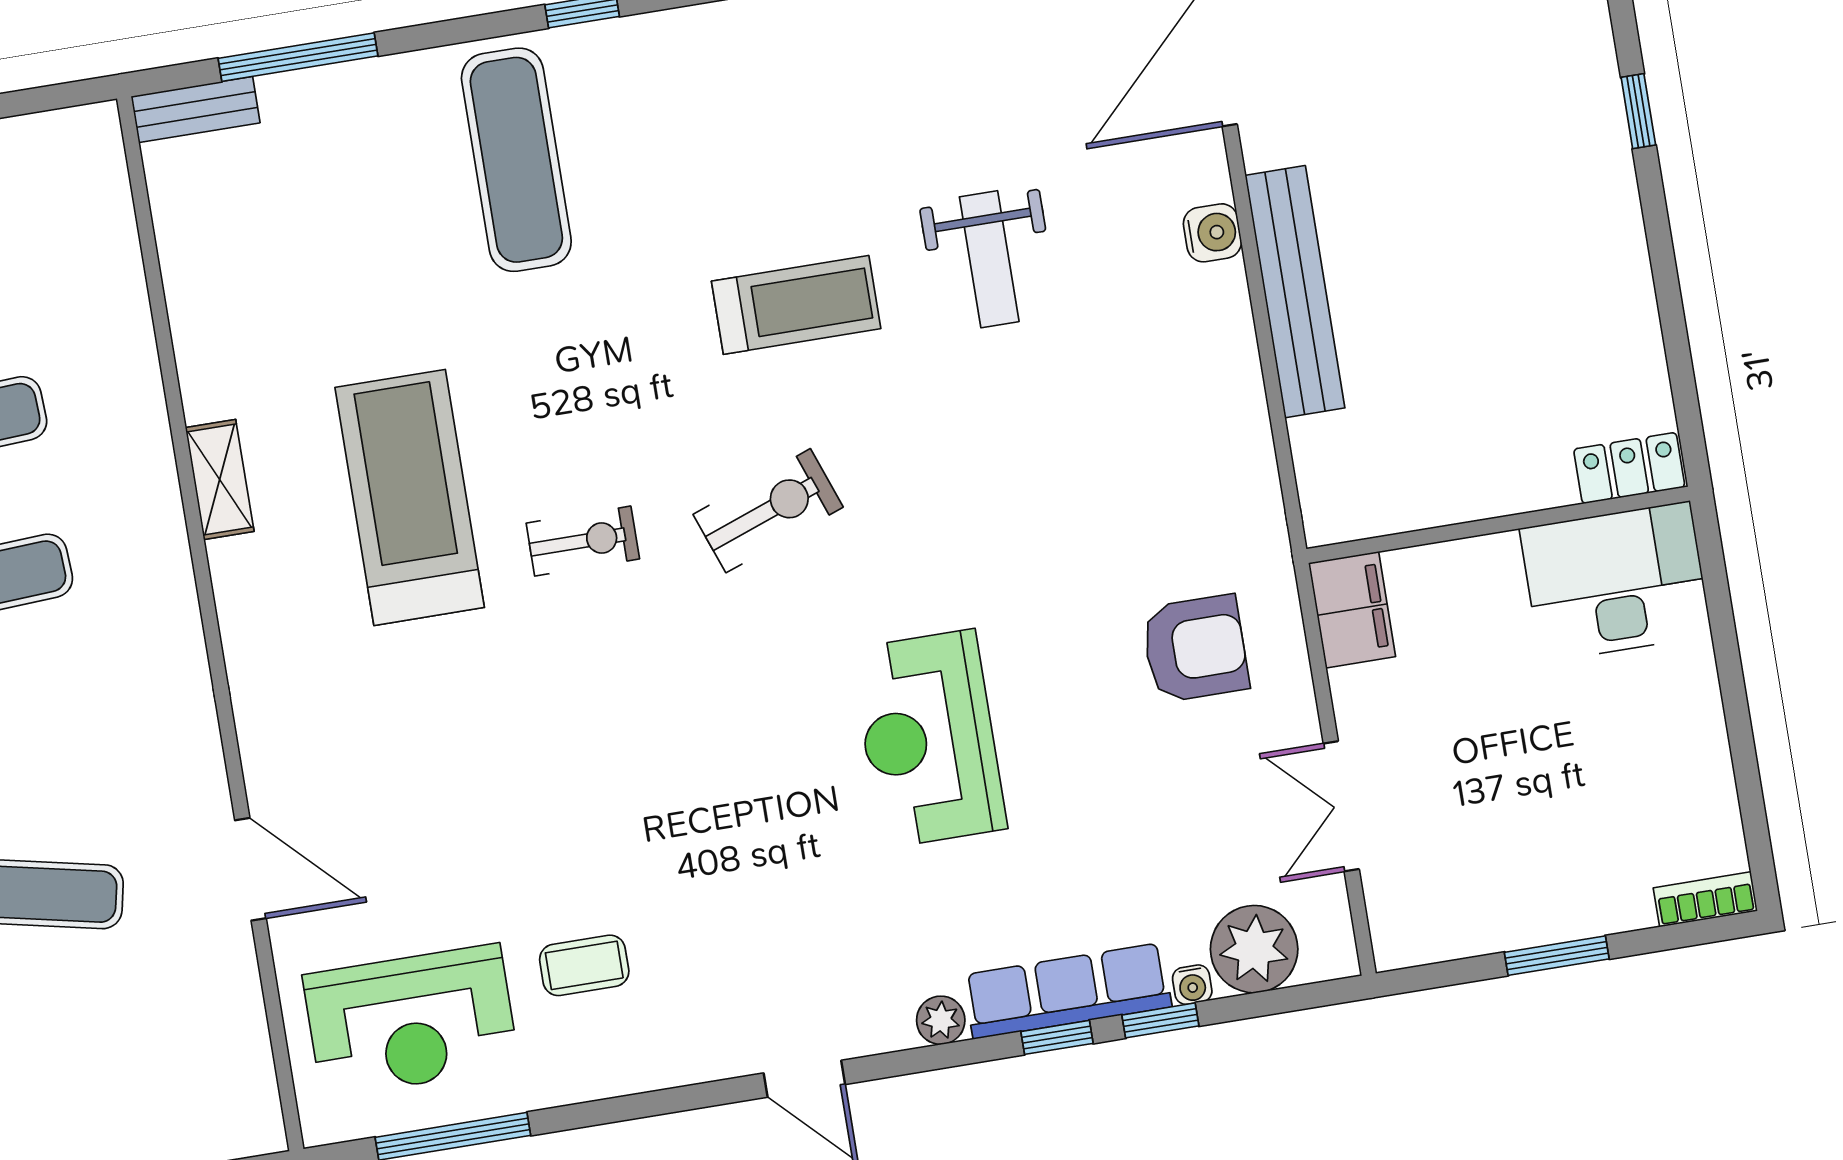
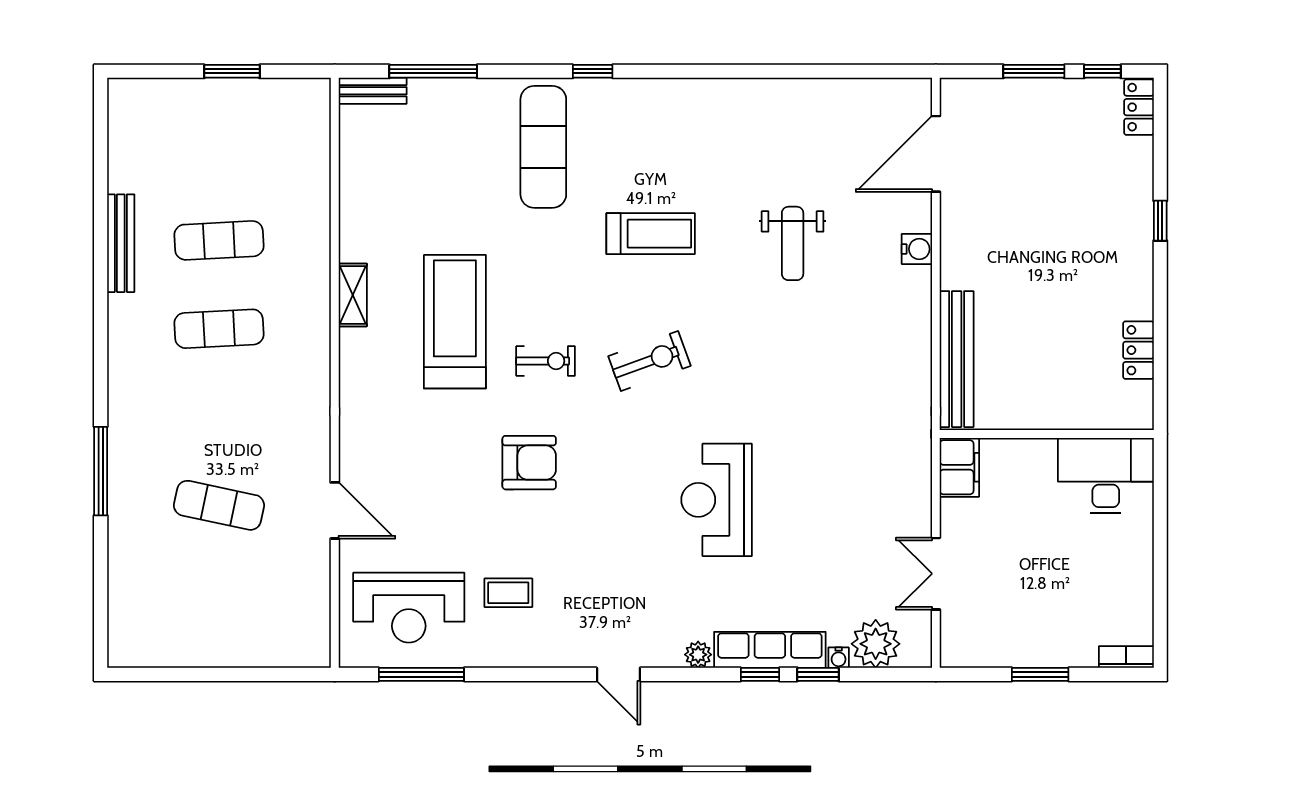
bench: (1295, 292) -> (957, 359), moved
treadmill: (796, 305) -> (651, 234), moved
locker: (1629, 468) -> (1138, 350), moved, turned -90
armchair: (1195, 649) -> (529, 463), moved

